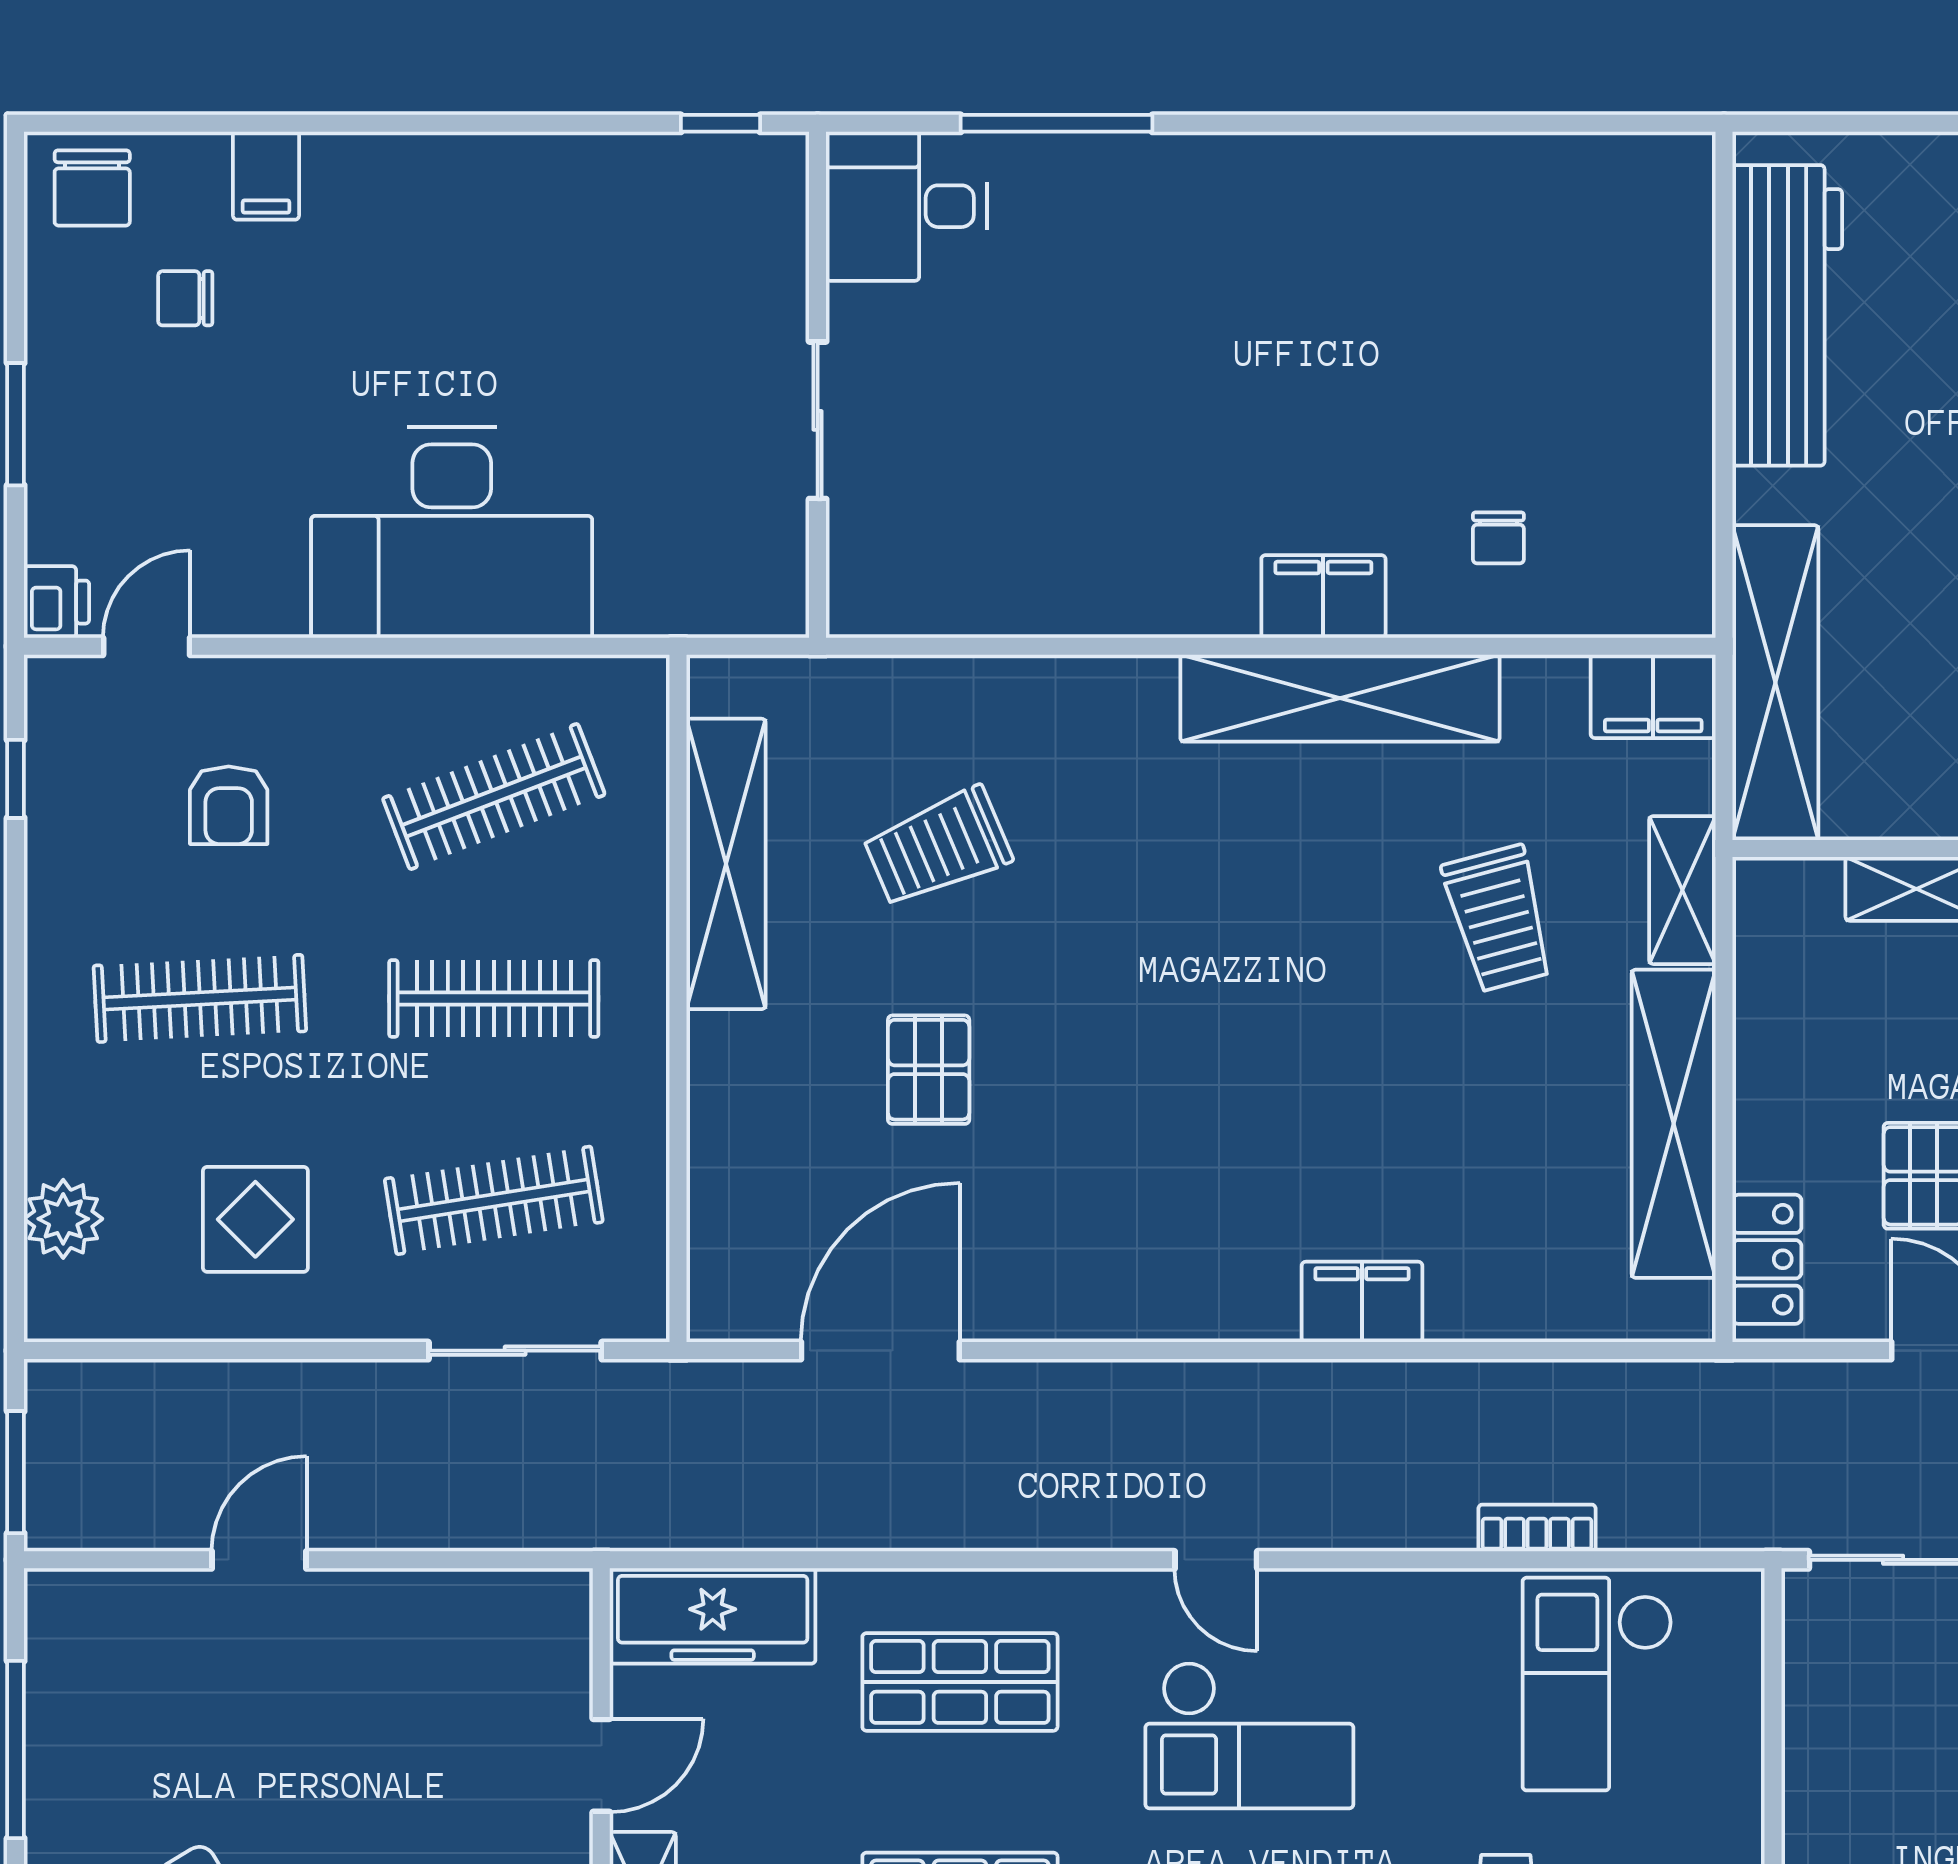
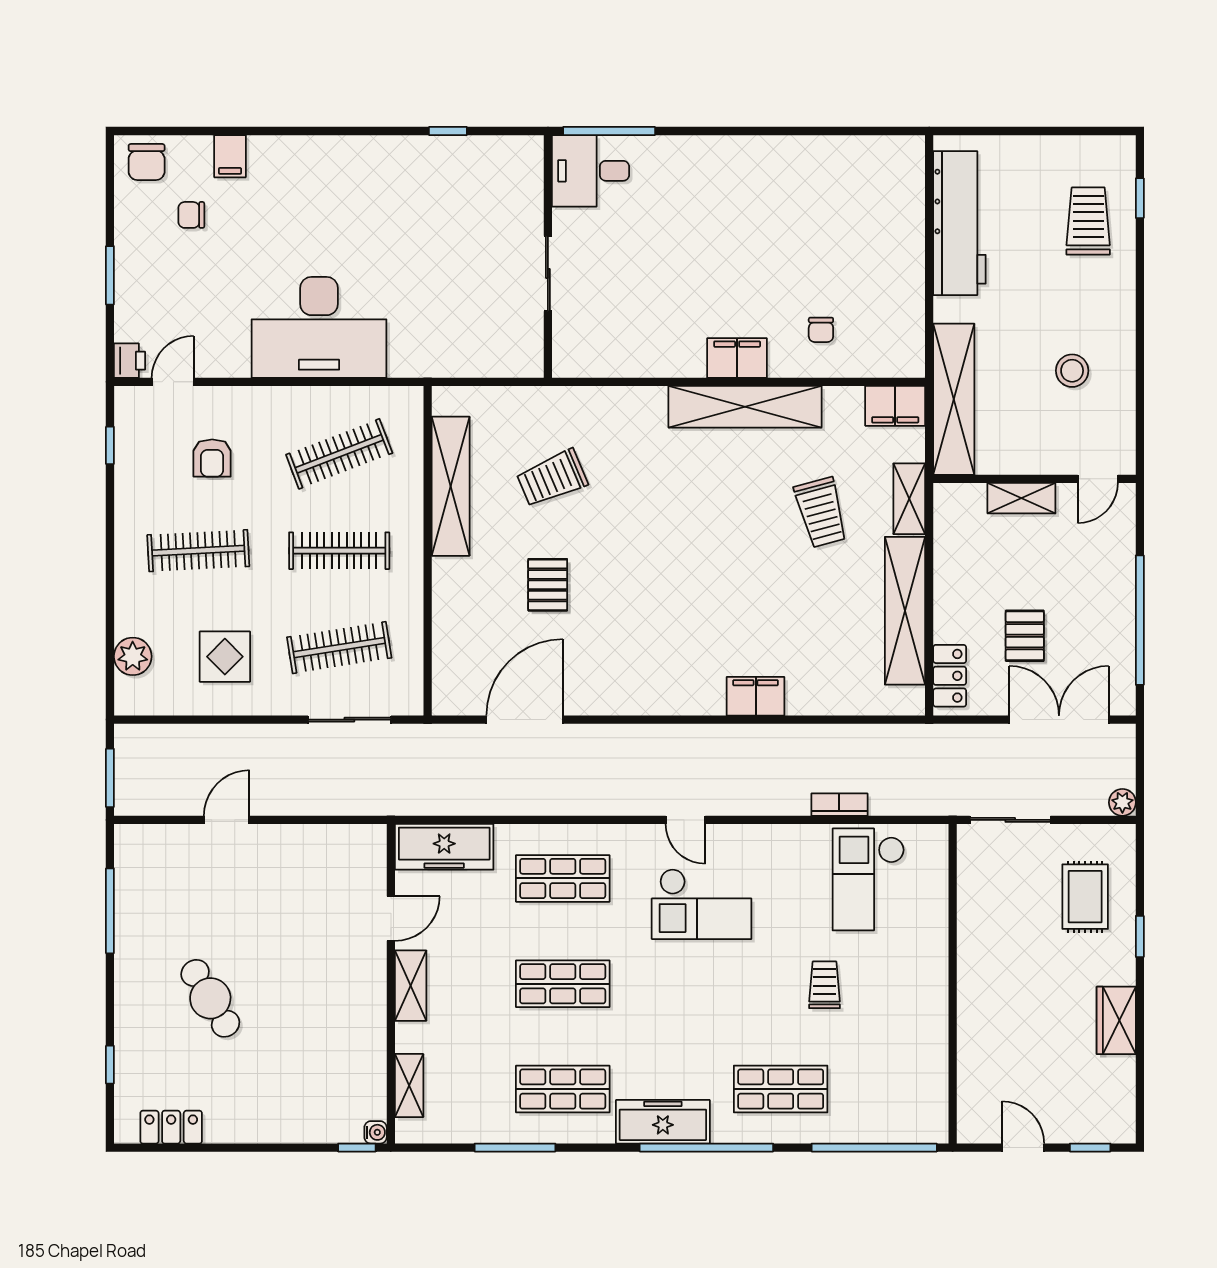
desk: (906, 206) -> (591, 171), moved
wall: (818, 385) -> (548, 256), moved
sliding door: (818, 420) -> (548, 273), moved

